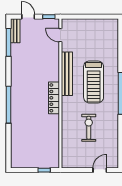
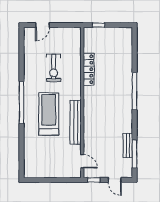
bench: (15, 31) -> (128, 145), moved
locker: (54, 98) -> (89, 69), moved

